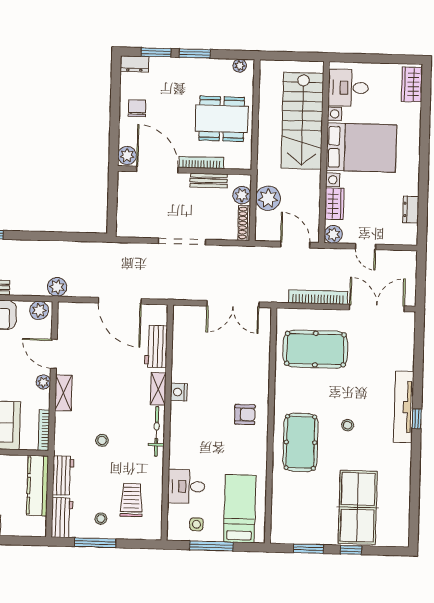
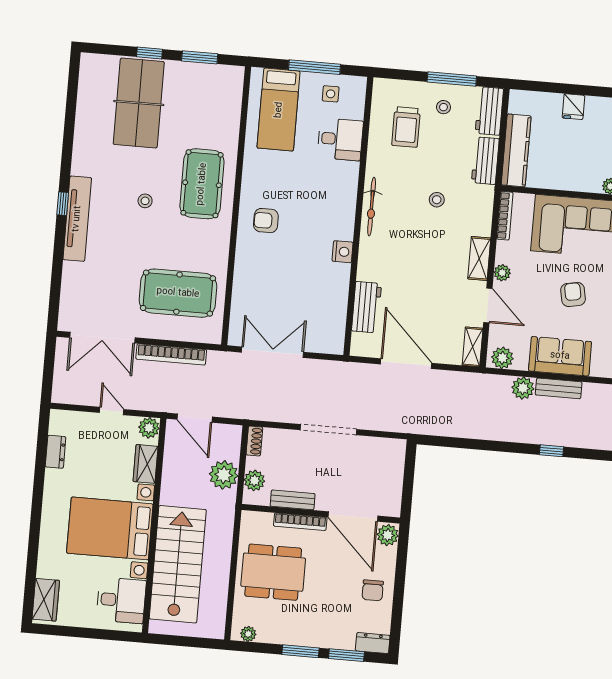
shoe rack: (244, 223) -> (254, 441), width x0.70
plant: (57, 287) -> (523, 388), moved
shelving: (158, 389) -> (473, 347), moved

